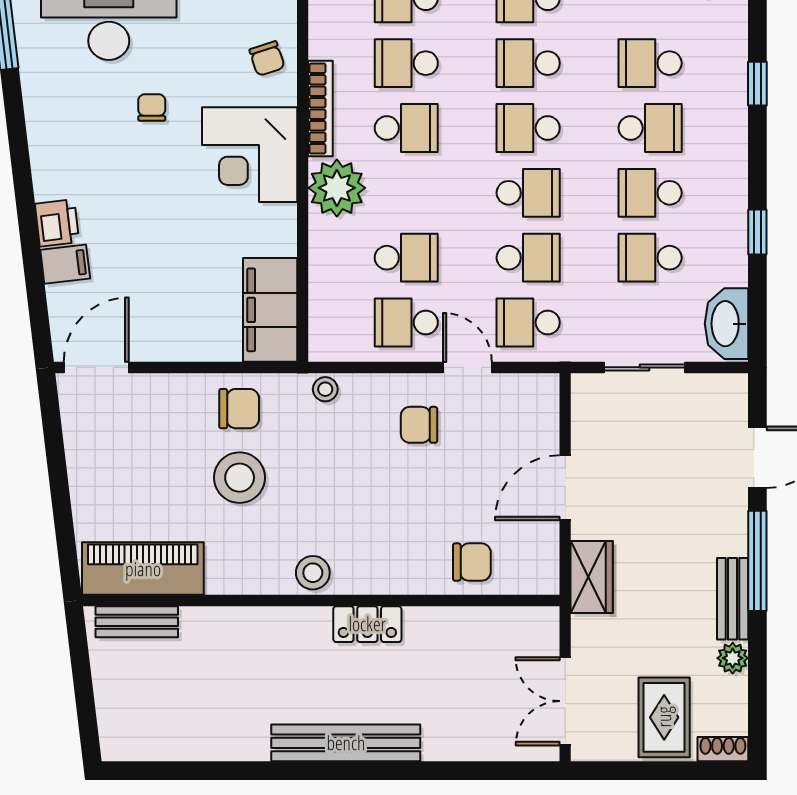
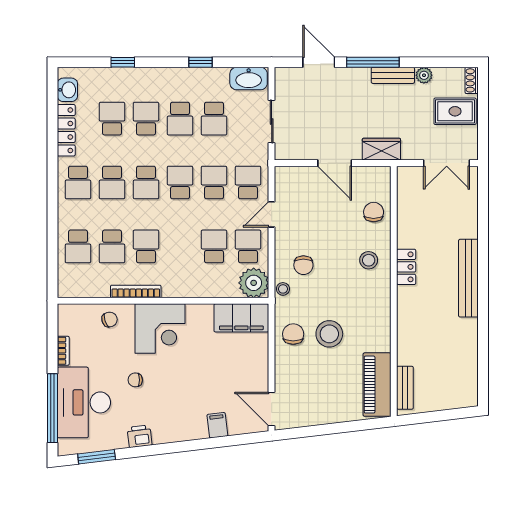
school desk: (650, 63) -> (112, 119), turned 180
plant: (337, 188) -> (254, 283), moved
printer: (57, 223) -> (140, 436), moved
school desk: (406, 323) -> (248, 246), turned 180
school desk: (528, 323) -> (248, 183), turned 180
chair: (419, 425) -> (303, 265), moved
stool: (313, 573) -> (369, 260), moved

